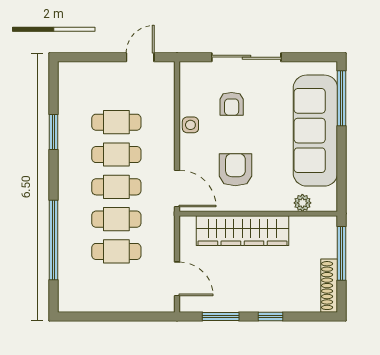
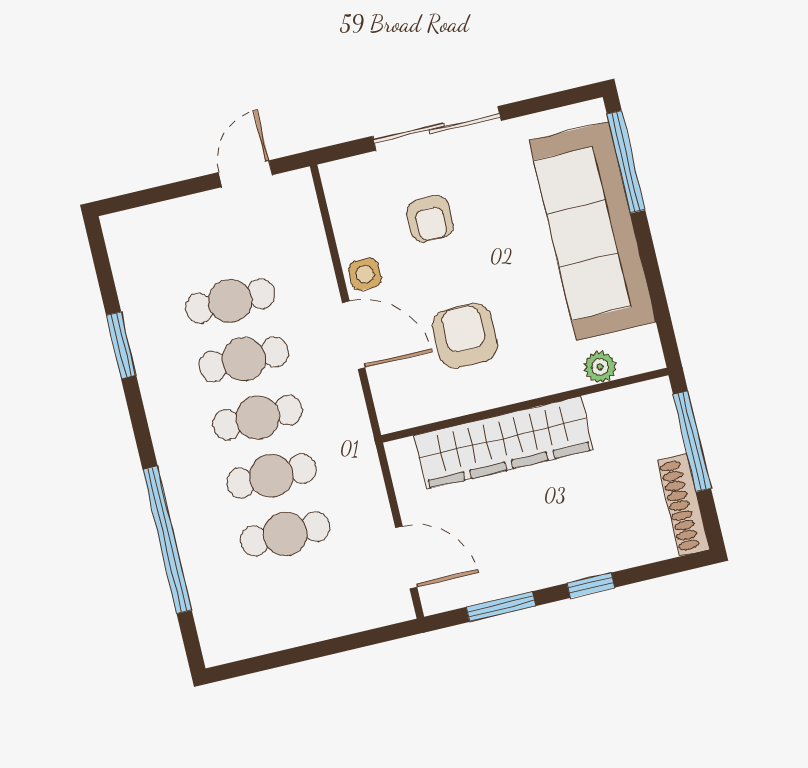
door: (177, 189) -> (354, 335), moved

